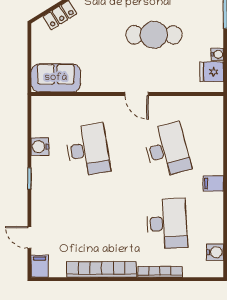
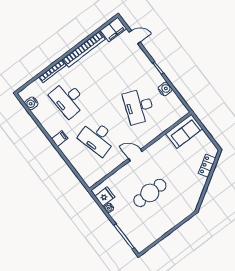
desk: (88, 150) -> (139, 106), turned 30
filing cabinet: (40, 266) -> (113, 29), width x2.00

